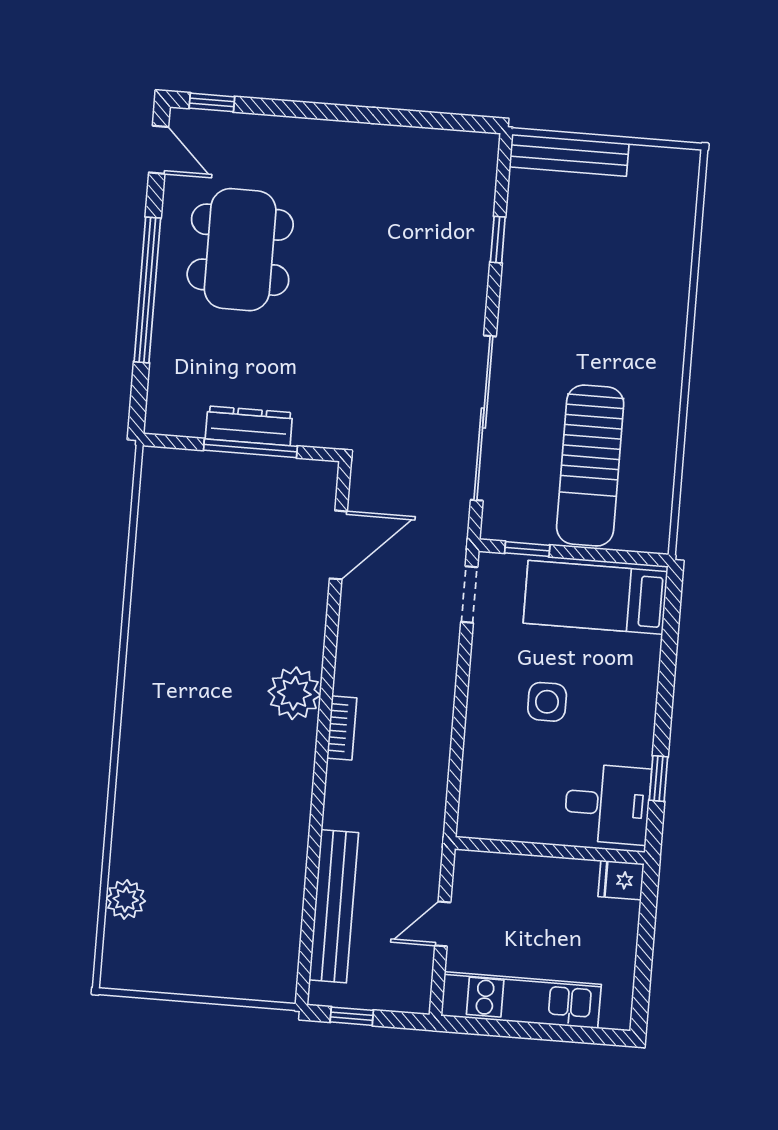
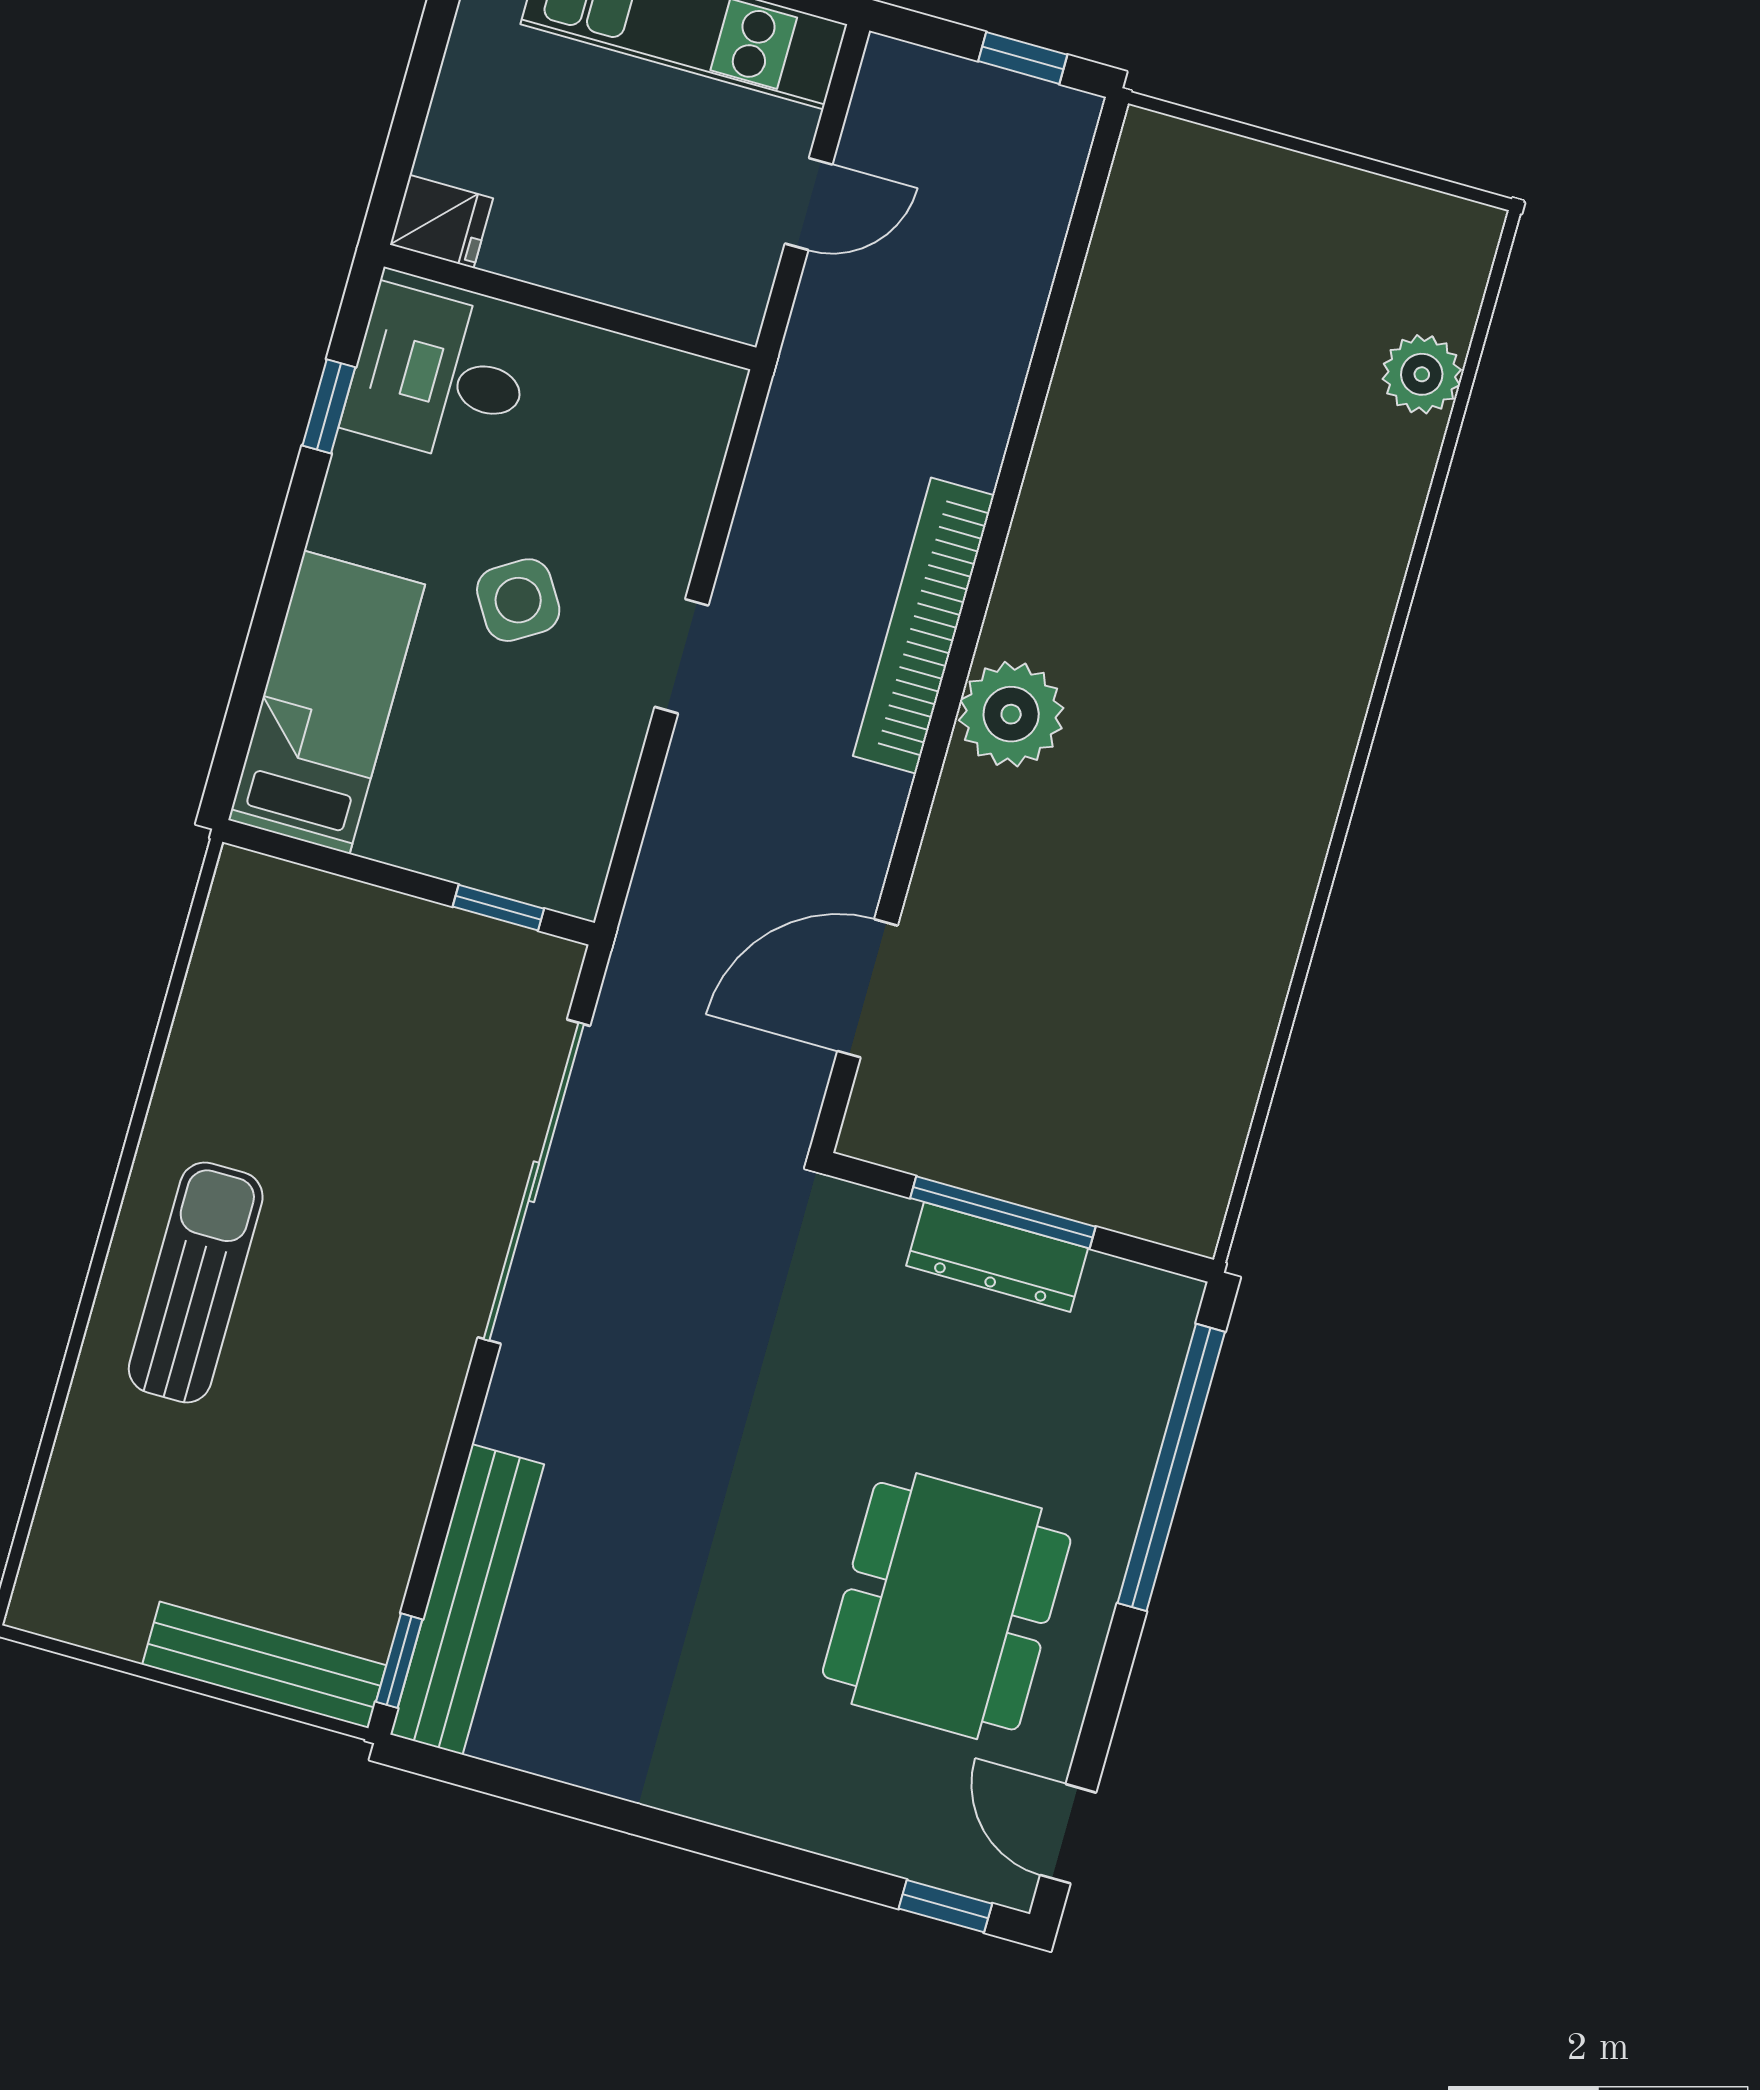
window: (498, 240) -> (399, 1661), moved
window: (147, 290) -> (1171, 1467), moved
sun lounger: (590, 466) -> (196, 1283), moved, width x0.73, depth x0.75
doorway: (469, 594) -> (682, 656), moved
bed: (595, 597) -> (327, 702), moved, turned -90
side table: (547, 702) -> (518, 600), turned -32
bookcase: (342, 728) -> (924, 626), width x2.31, depth x1.31
bench: (334, 906) -> (467, 1599), moved

